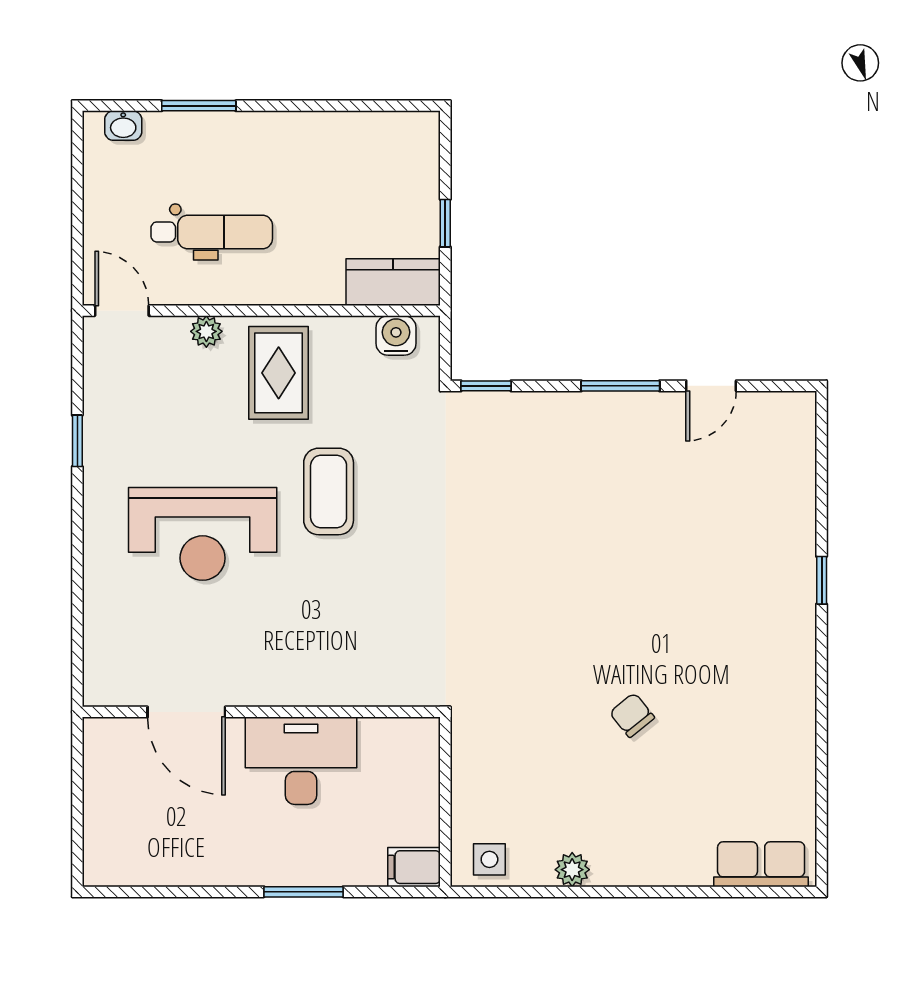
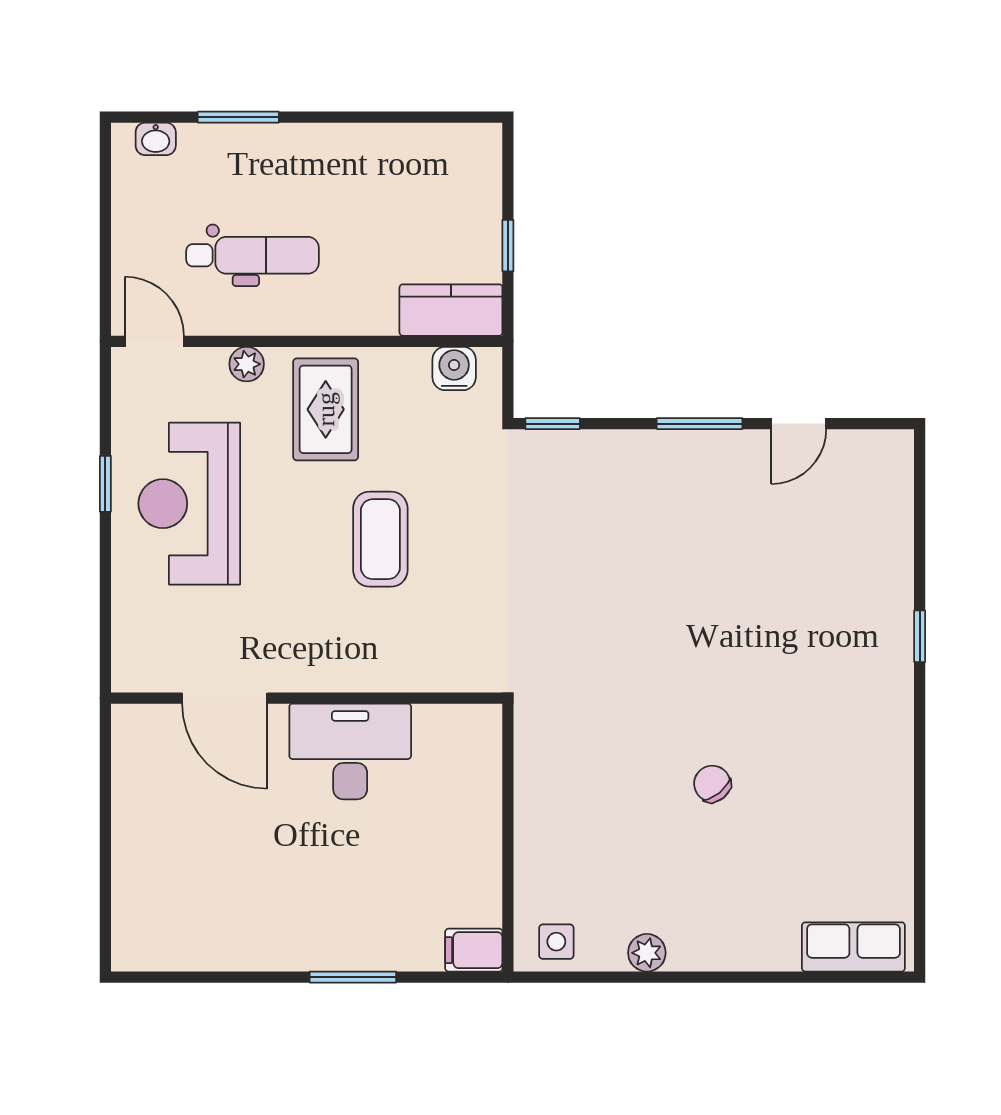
reception desk: (203, 534) -> (189, 504), moved, turned 90
door: (186, 712) -> (225, 698), moved
wall: (261, 712) -> (307, 698), moved
desk: (301, 761) -> (350, 751), moved

